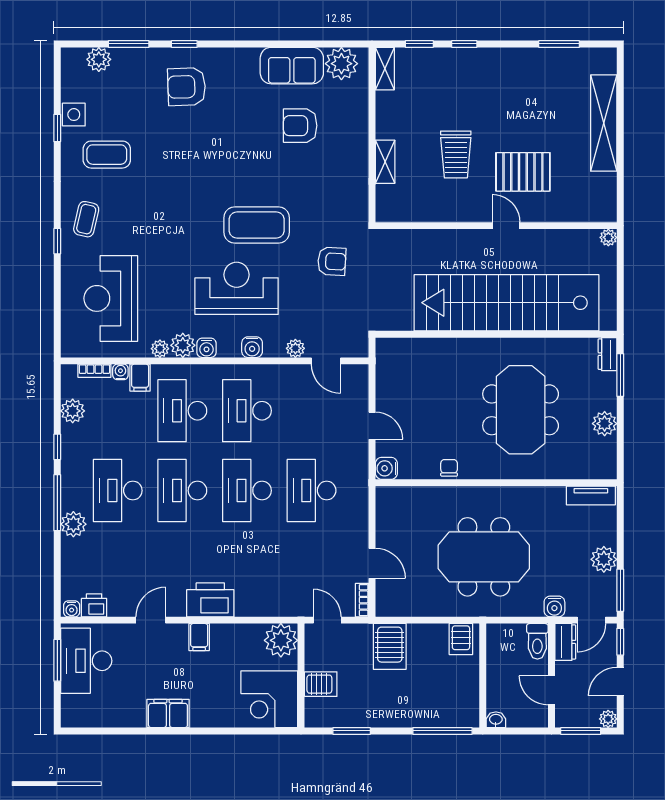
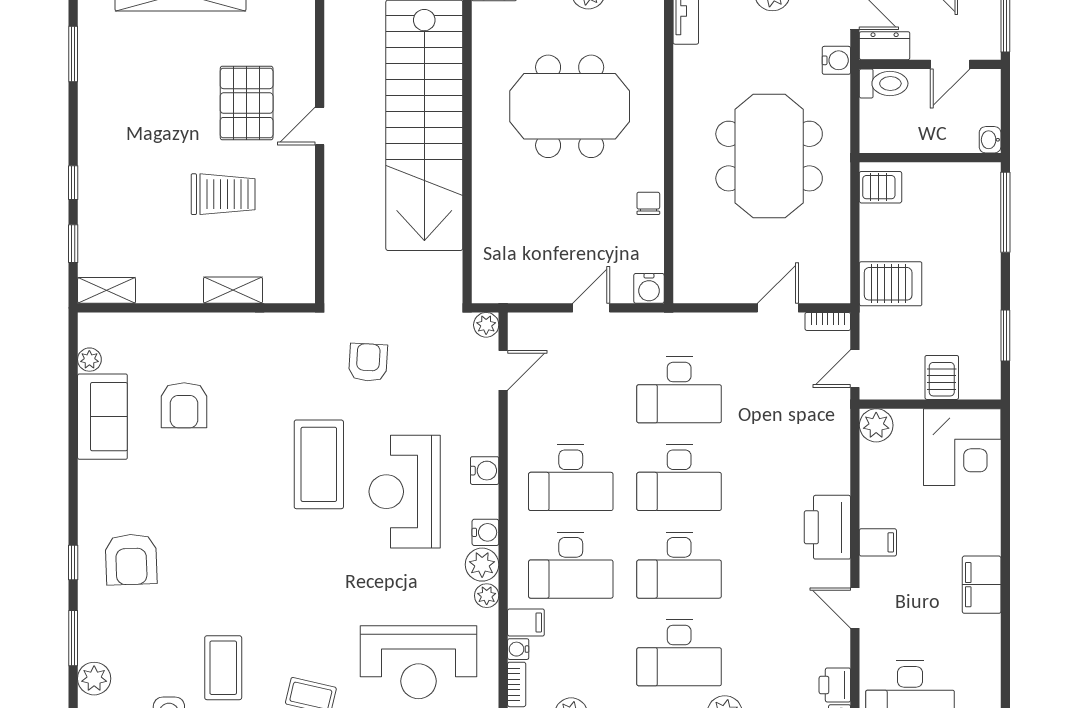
plant: (341, 64) -> (89, 360), width x0.53, depth x0.53
plant: (295, 348) -> (486, 325), moved
chair: (449, 468) -> (648, 203), turned 90
plant: (281, 640) -> (876, 425), width x0.73, depth x0.73

